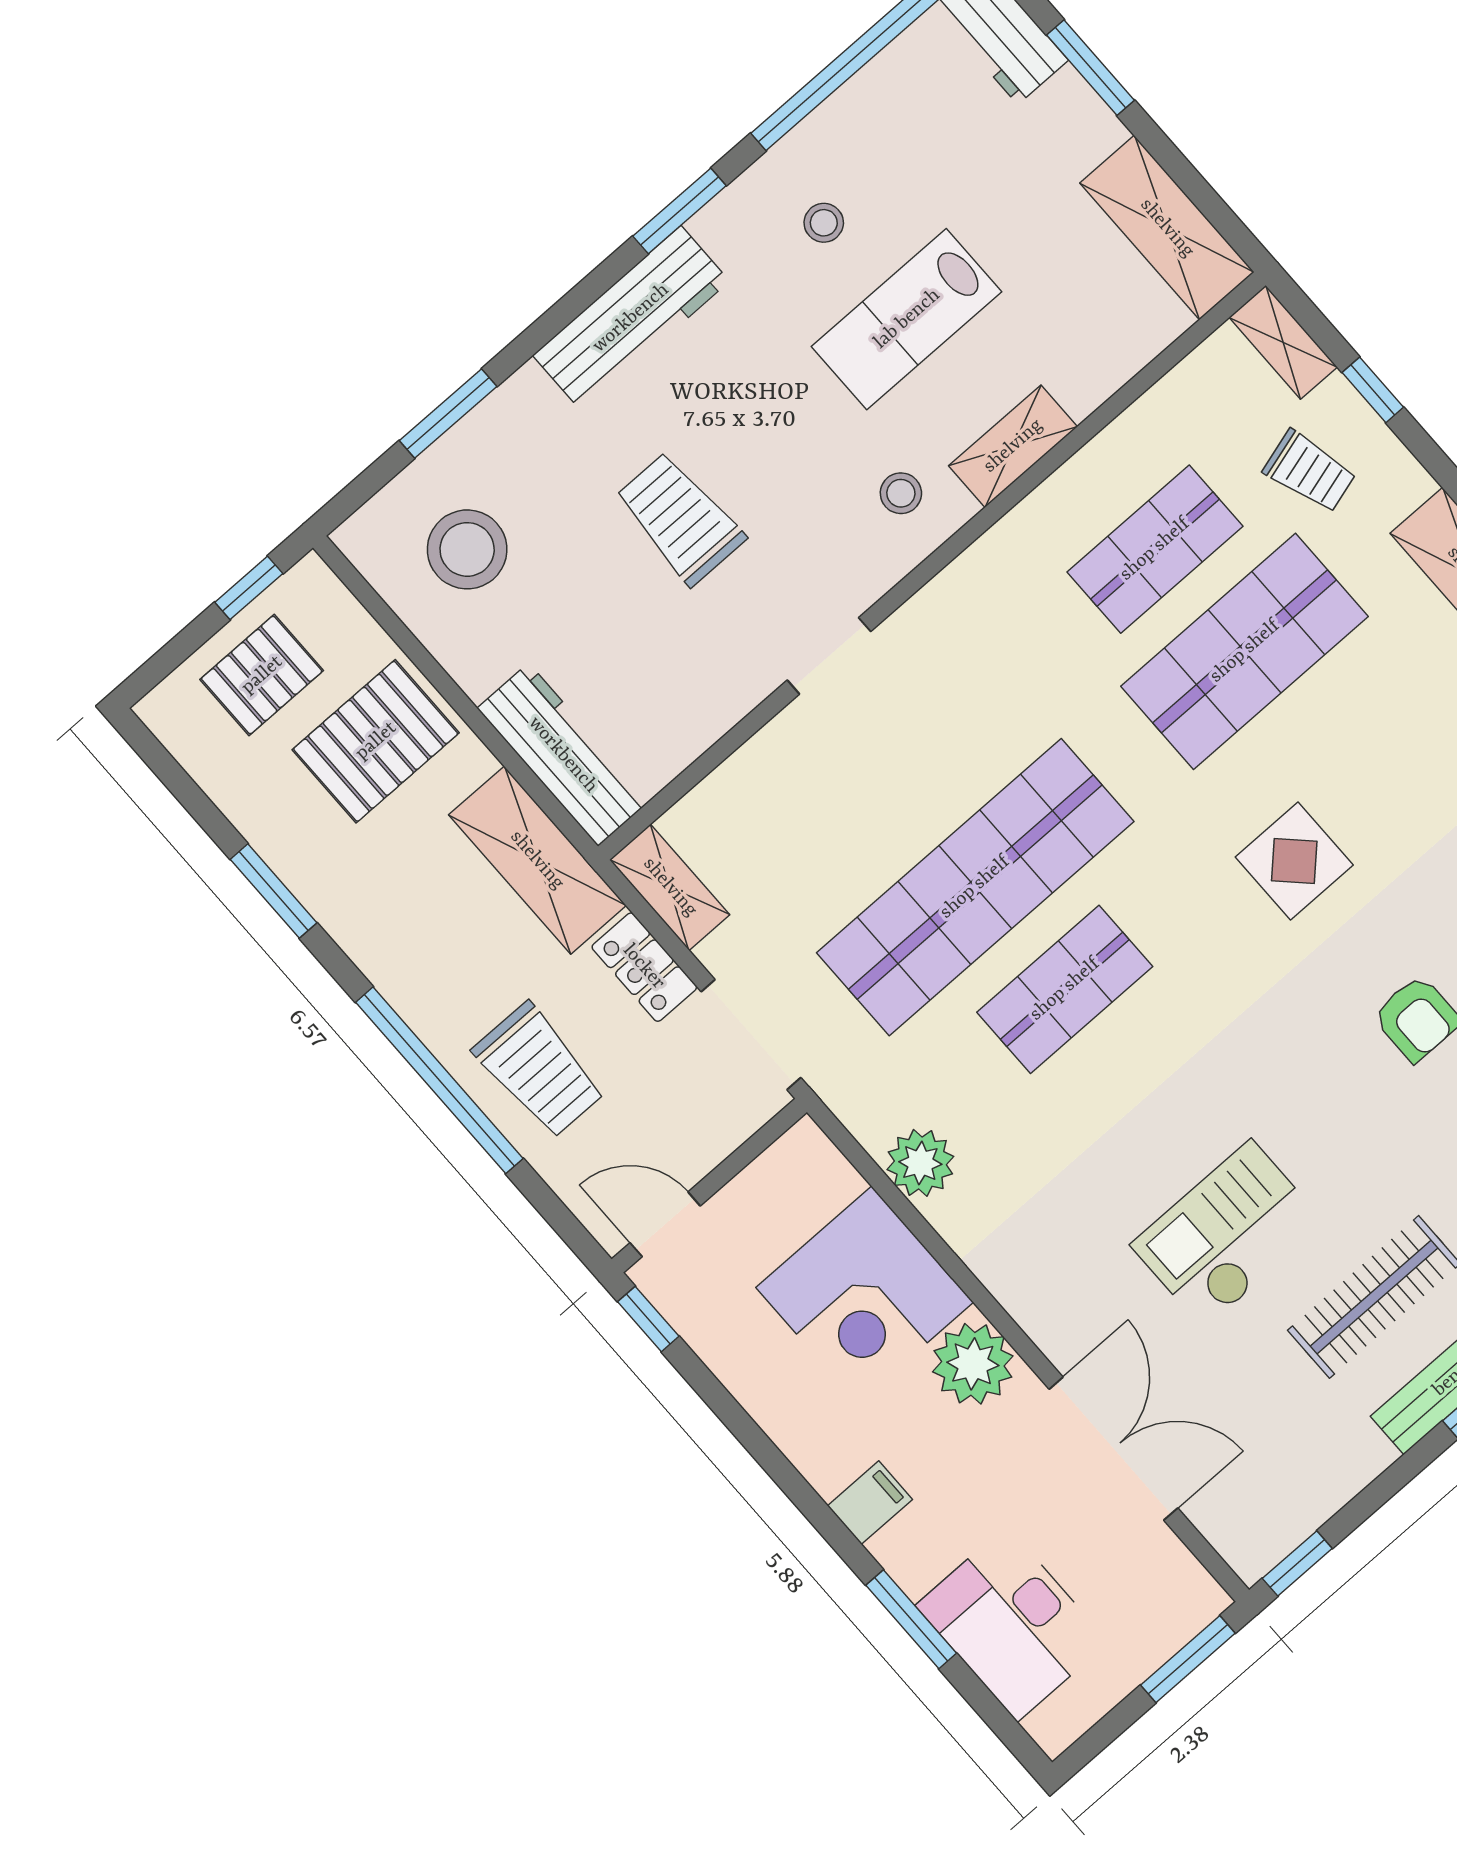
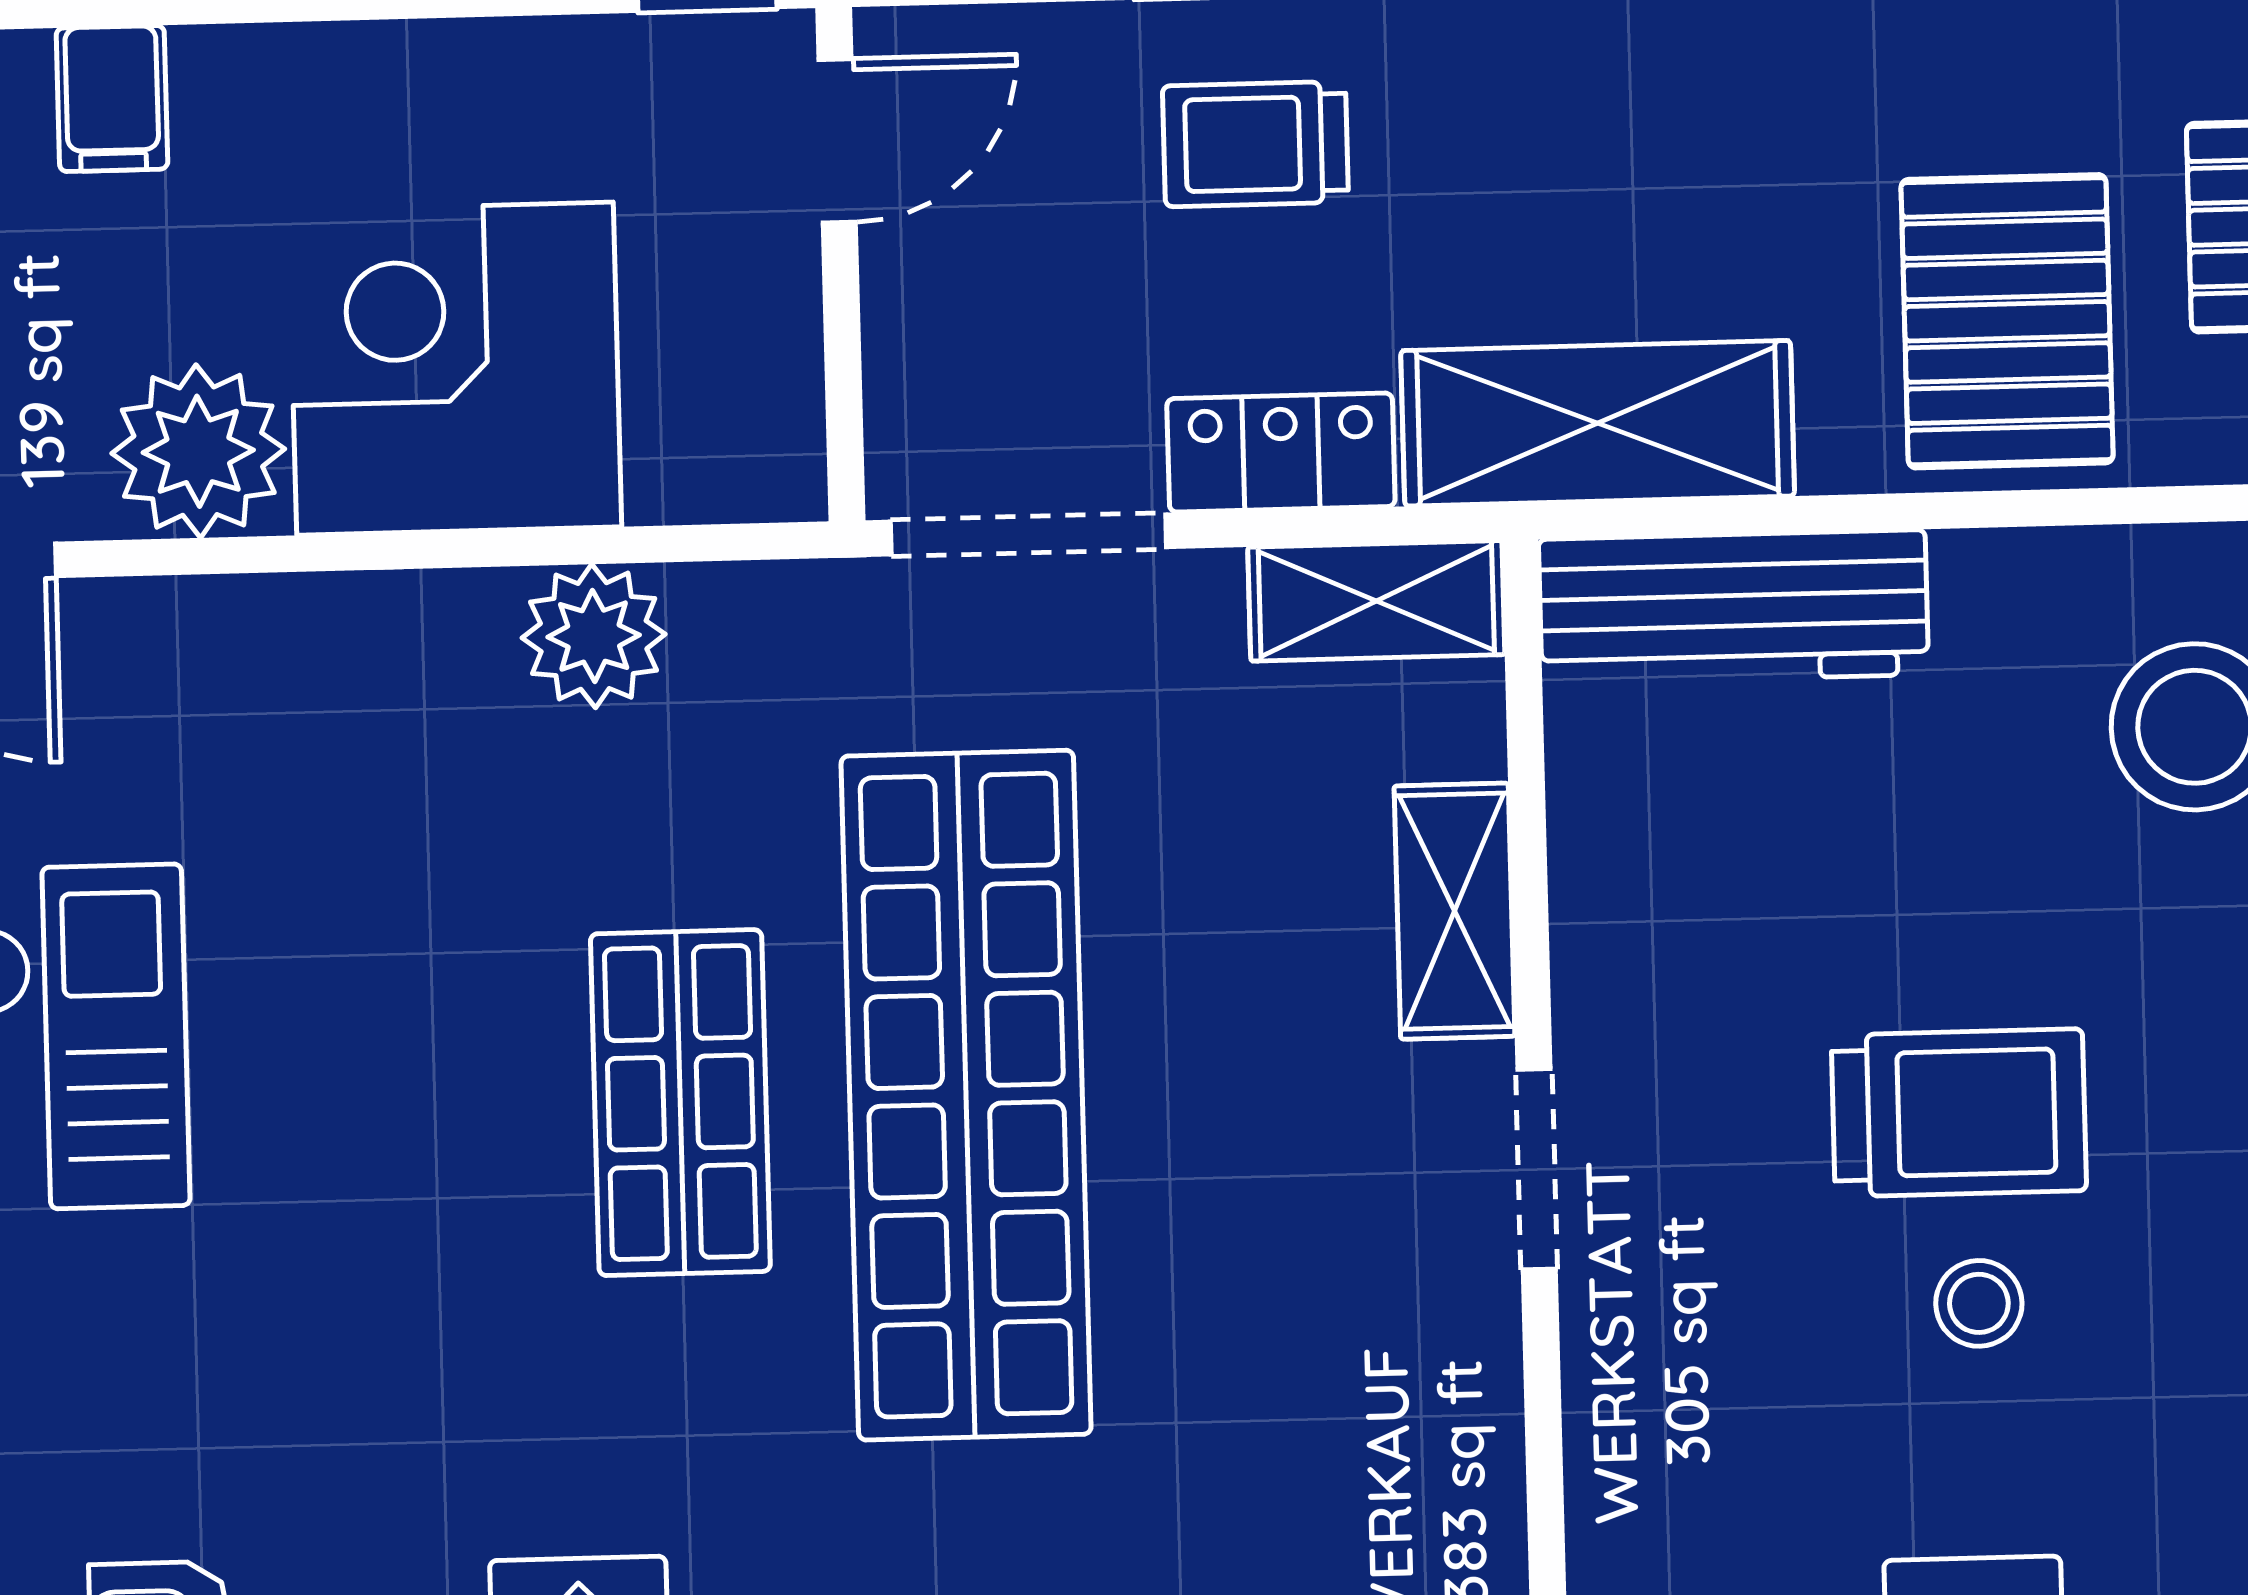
stool: (901, 493) -> (1979, 1303), moved
shelving: (759, 764) -> (1454, 911), added
trolley: (539, 1070) -> (1255, 144), width x0.73, depth x0.72

